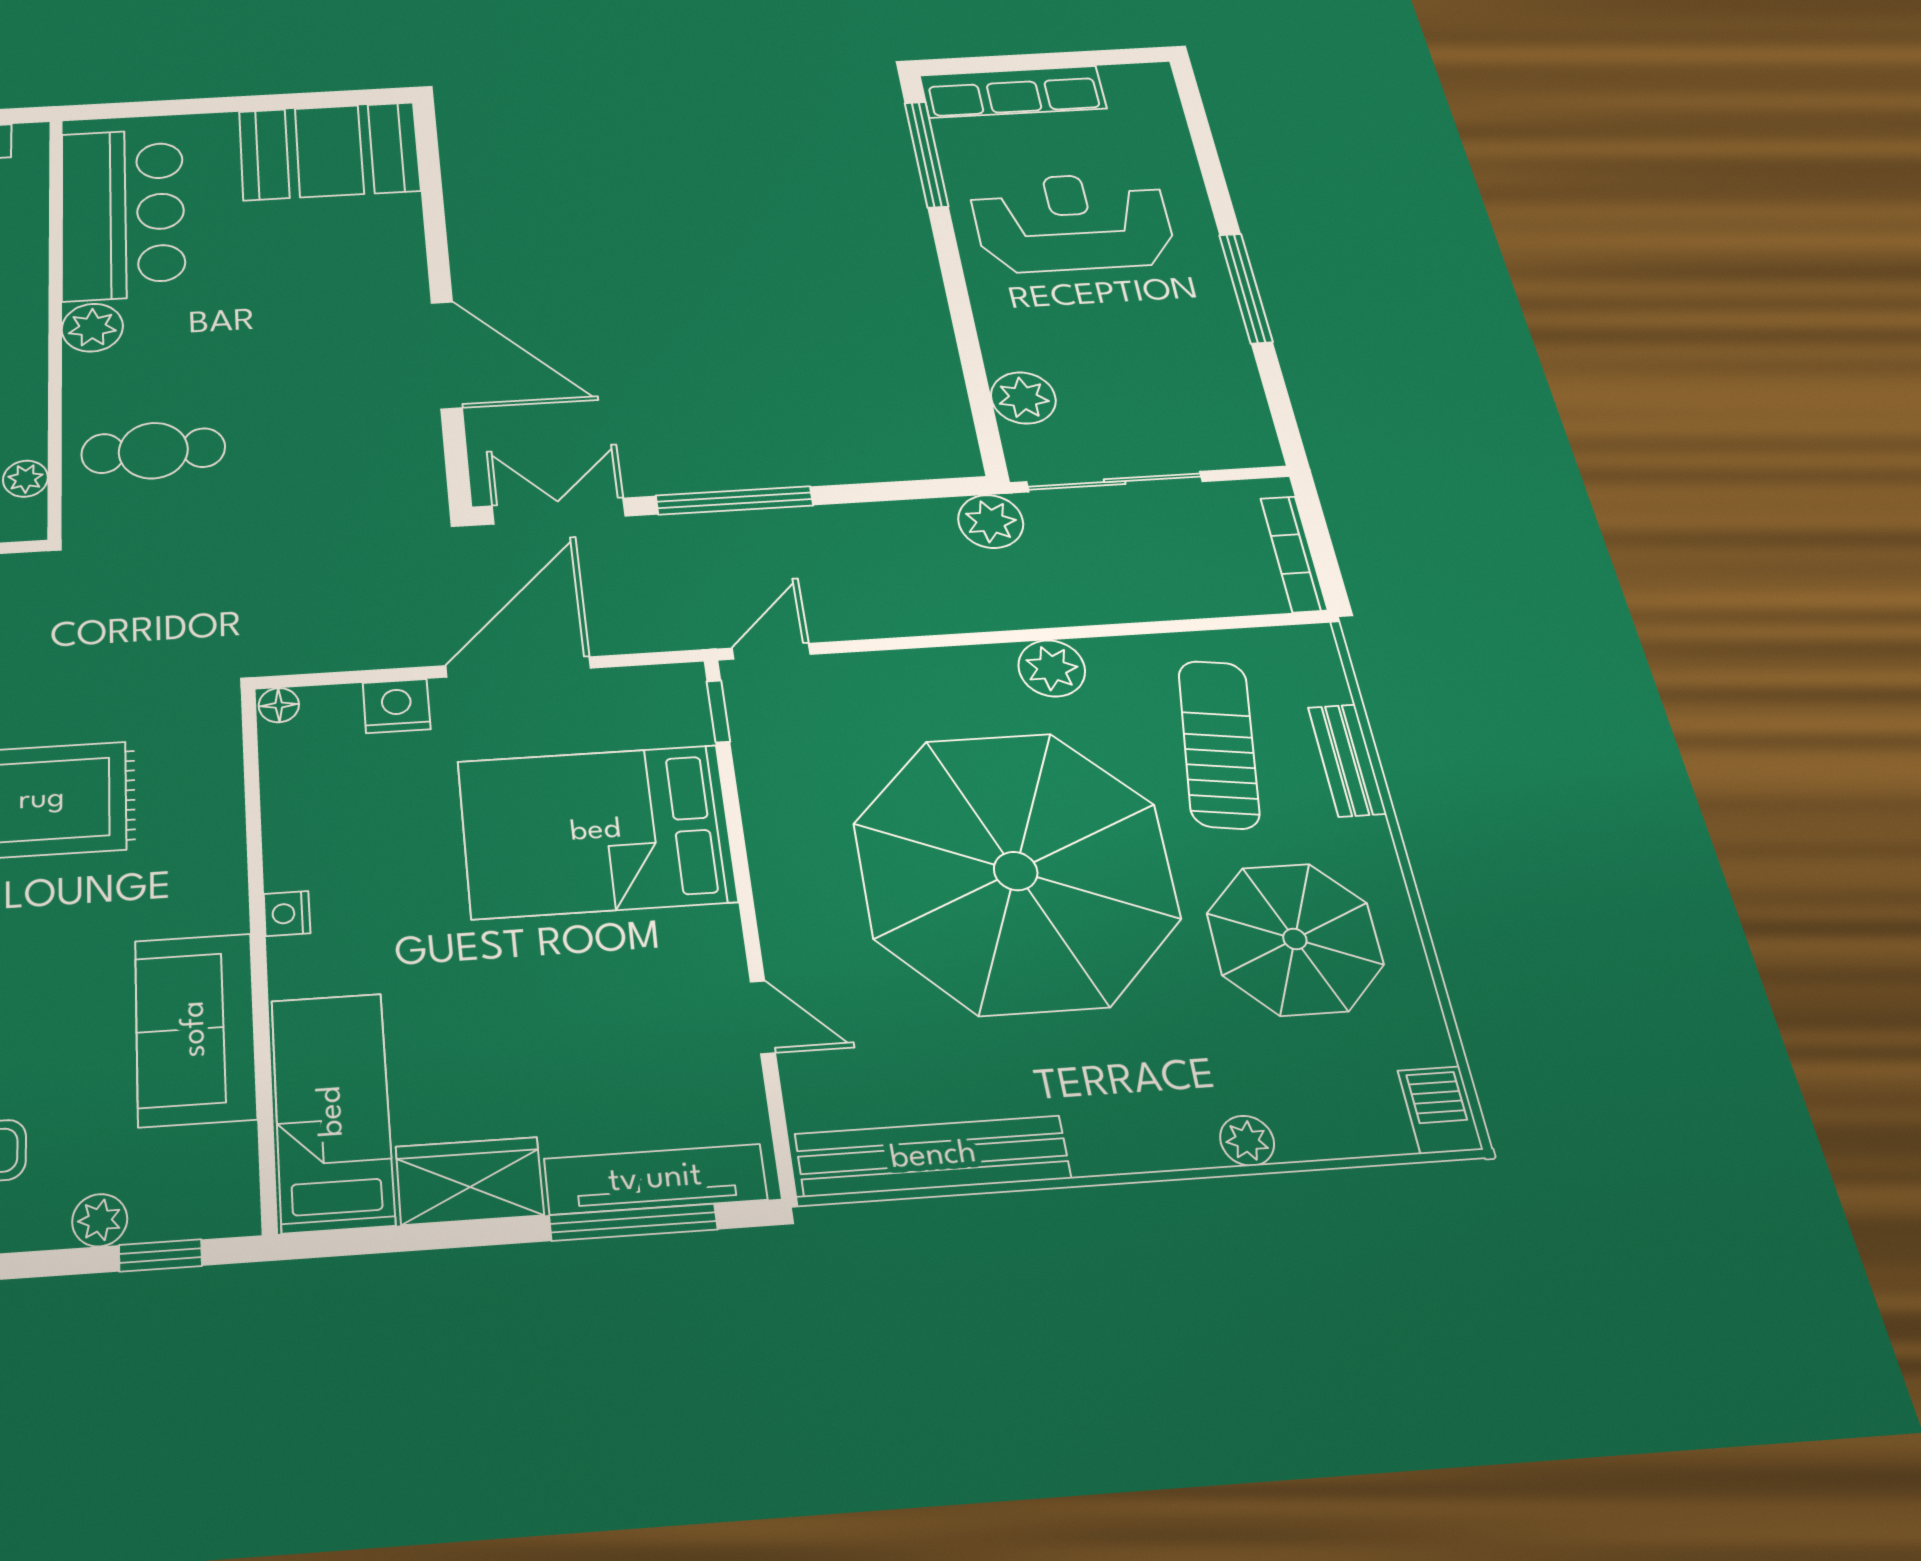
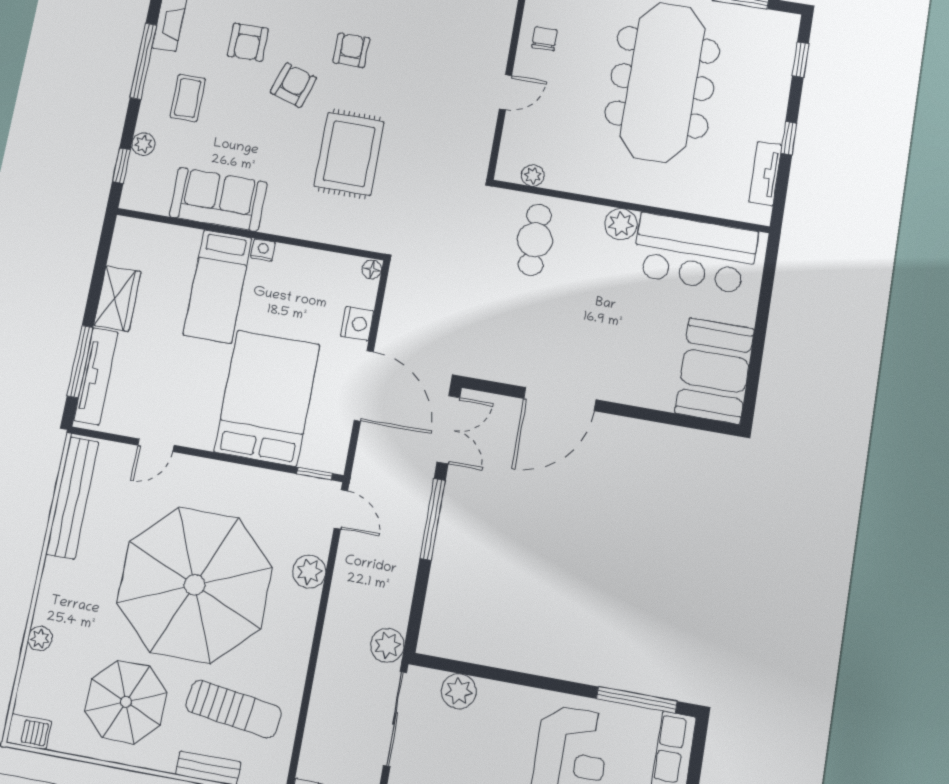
plant: (1052, 668) -> (309, 572), moved
bed: (332, 1111) -> (218, 286), moved, turned 90

